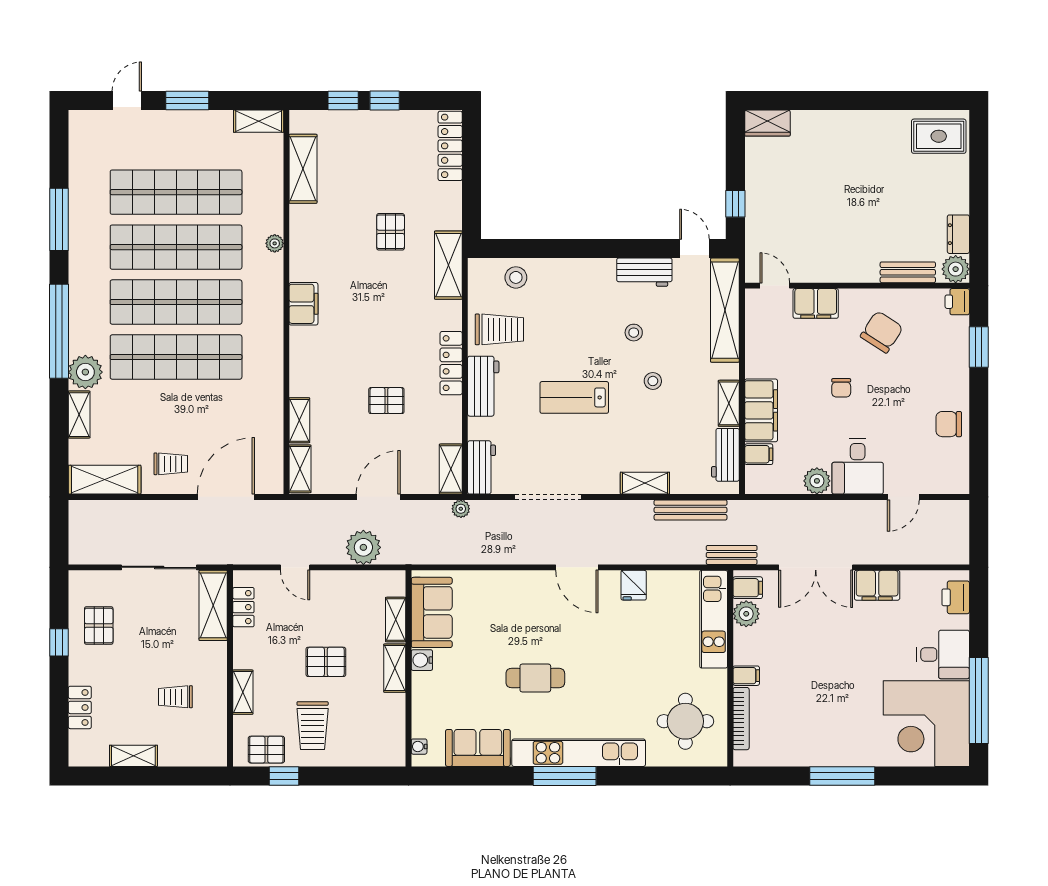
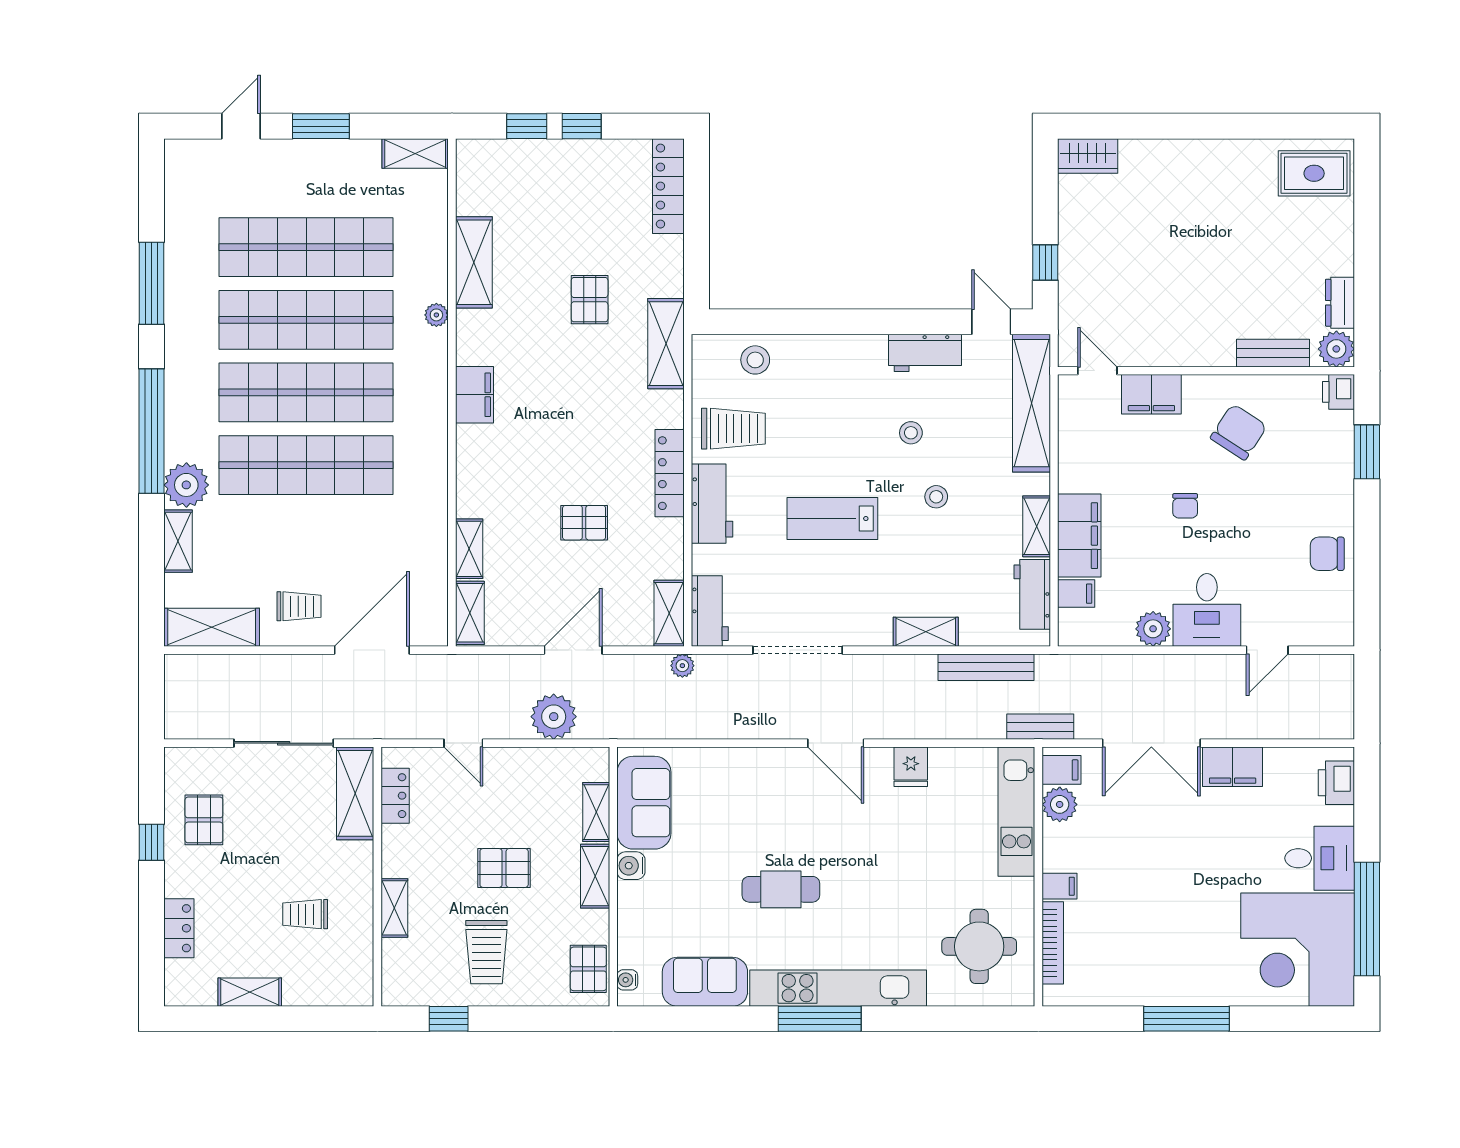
shelving: (303, 169) -> (474, 262), moved
pallet: (266, 750) -> (588, 969), moved, turned 90

